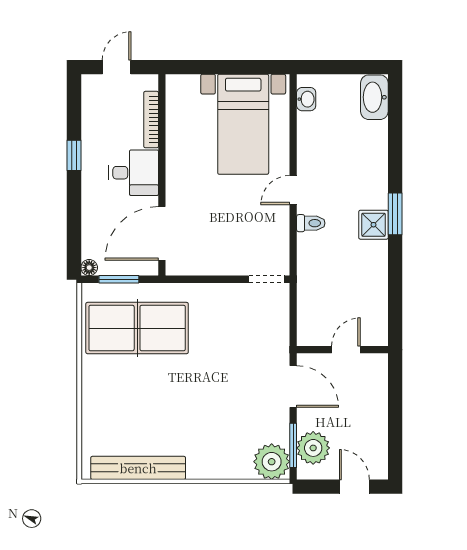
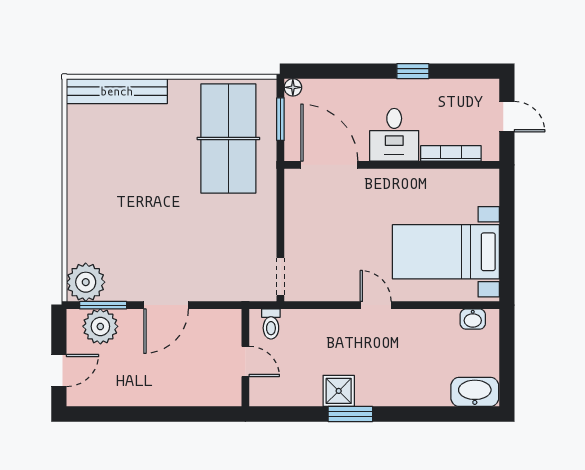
toilet: (311, 223) -> (271, 324), moved
wall: (342, 350) -> (245, 358), moved
door: (346, 350) -> (245, 361), moved
bench: (138, 468) -> (117, 91), moved, turned 90

